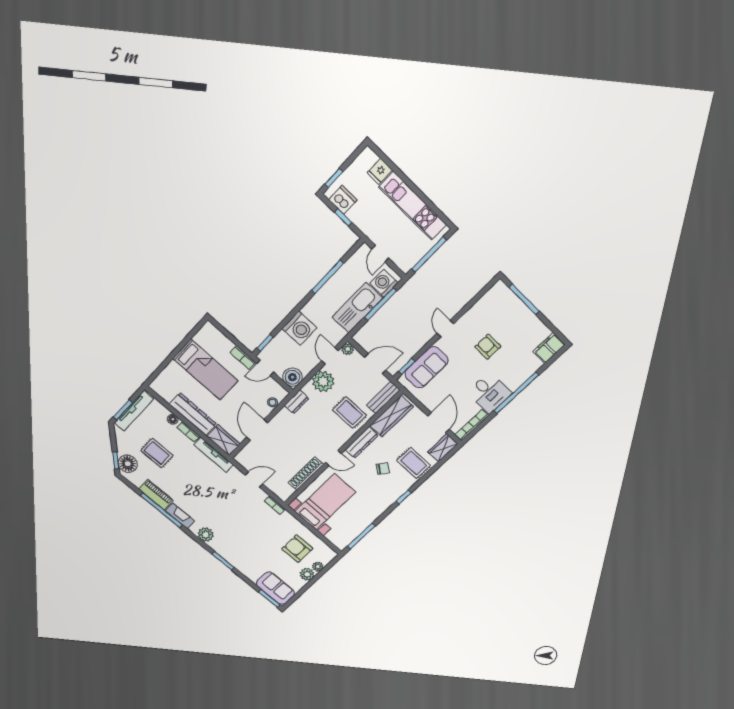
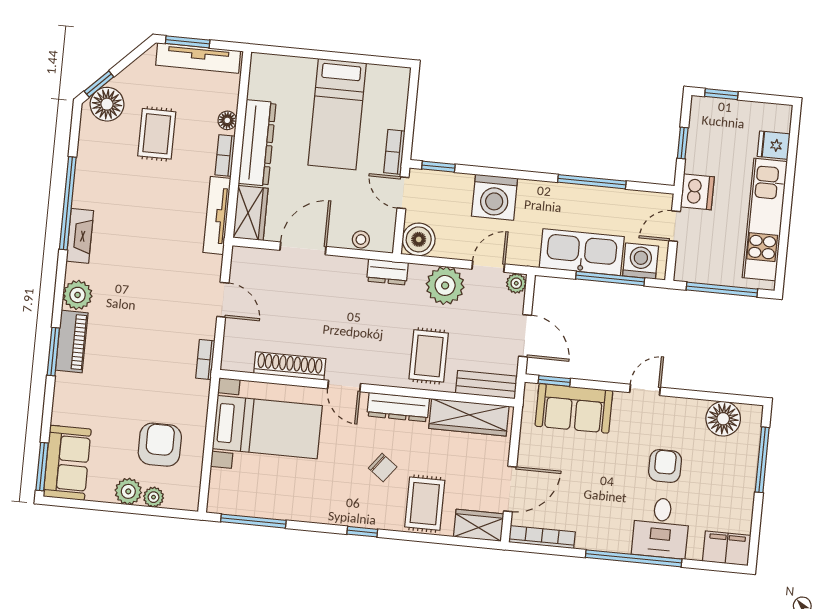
dishwasher: (343, 200) -> (697, 192), moved
floor lamp: (490, 303) -> (723, 419), added
desk: (489, 393) -> (661, 528), moved
piano: (156, 495) -> (72, 342), moved

